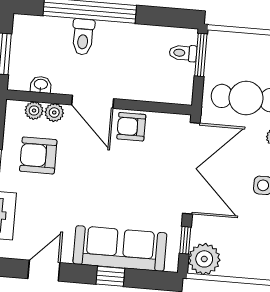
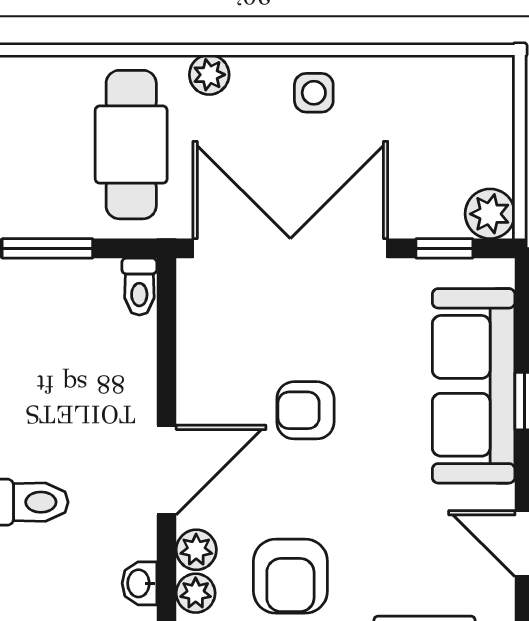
toilet: (183, 53) -> (139, 287), moved
armchair: (131, 127) -> (305, 410), moved, turned 90
plant: (204, 259) -> (490, 214), width x0.73, depth x0.73

